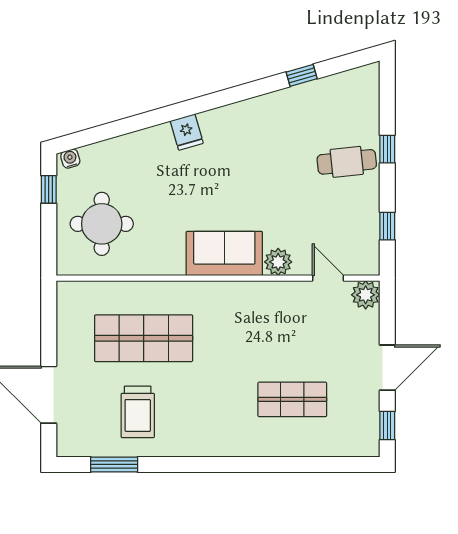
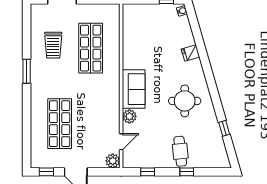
fridge: (187, 132) -> (190, 53), moved
round table: (102, 224) -> (185, 101), moved
shop shelf: (292, 399) -> (60, 124), width x1.43, depth x1.36
trolley: (138, 412) -> (53, 45), turned -90
window: (114, 464) -> (27, 71), moved

